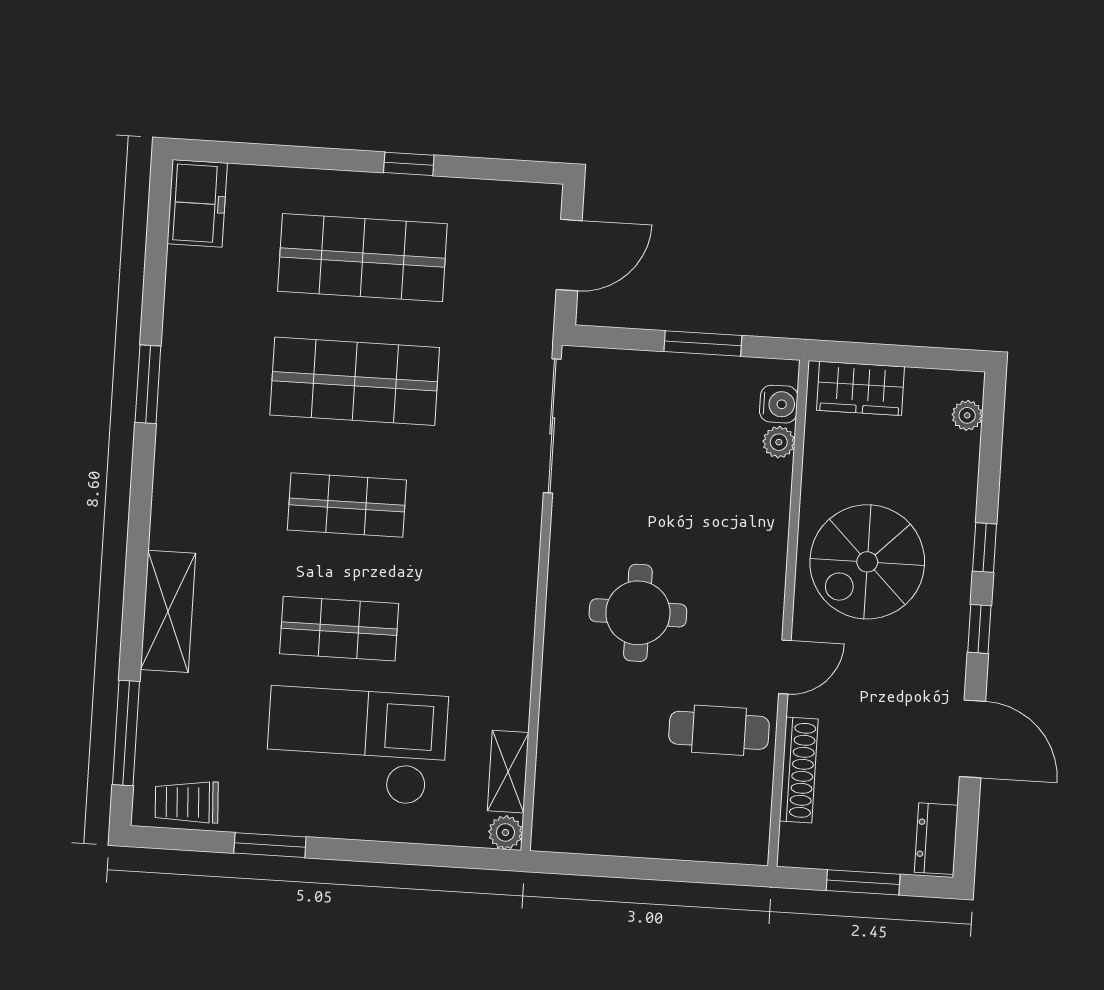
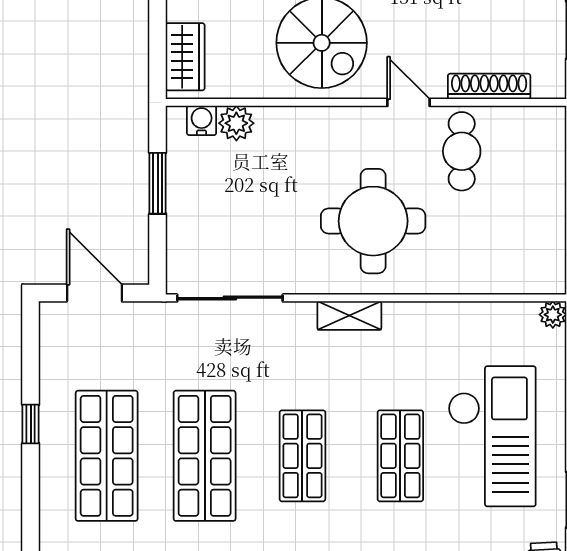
plant: (779, 442) -> (236, 123), width x1.38, depth x1.38
round table: (638, 613) -> (373, 221), width x1.36, depth x1.36
checkout: (357, 746) -> (492, 436), turned 180
shelving: (508, 772) -> (349, 316), moved

